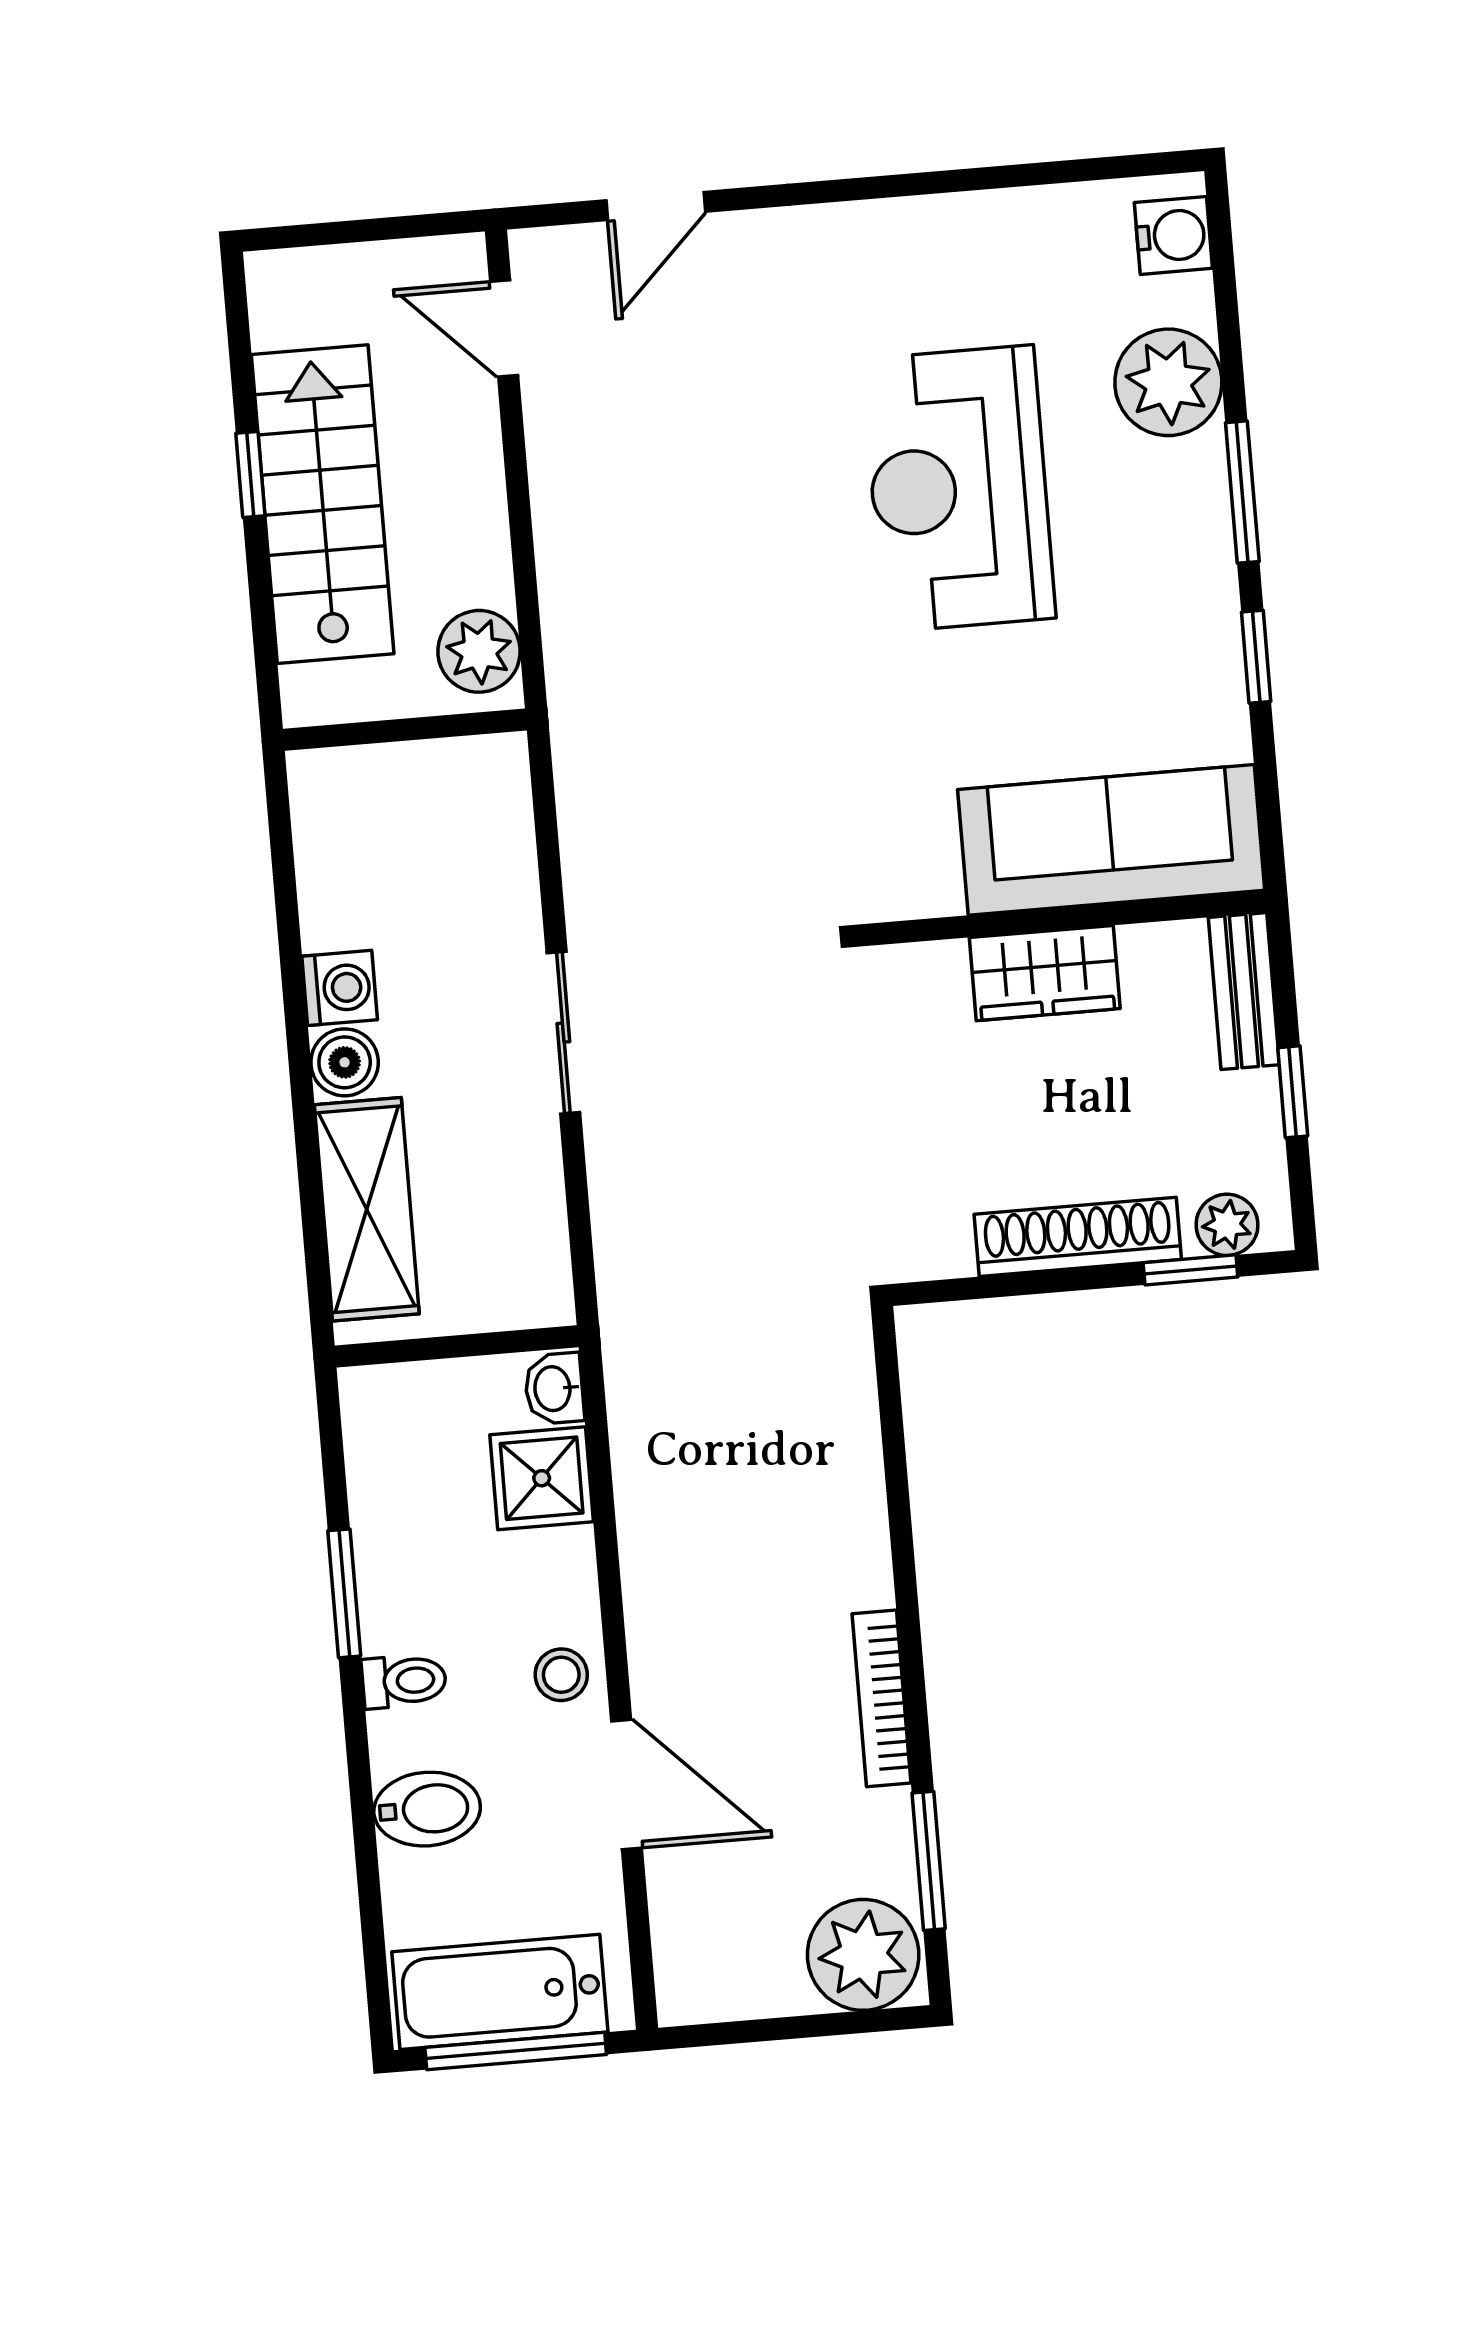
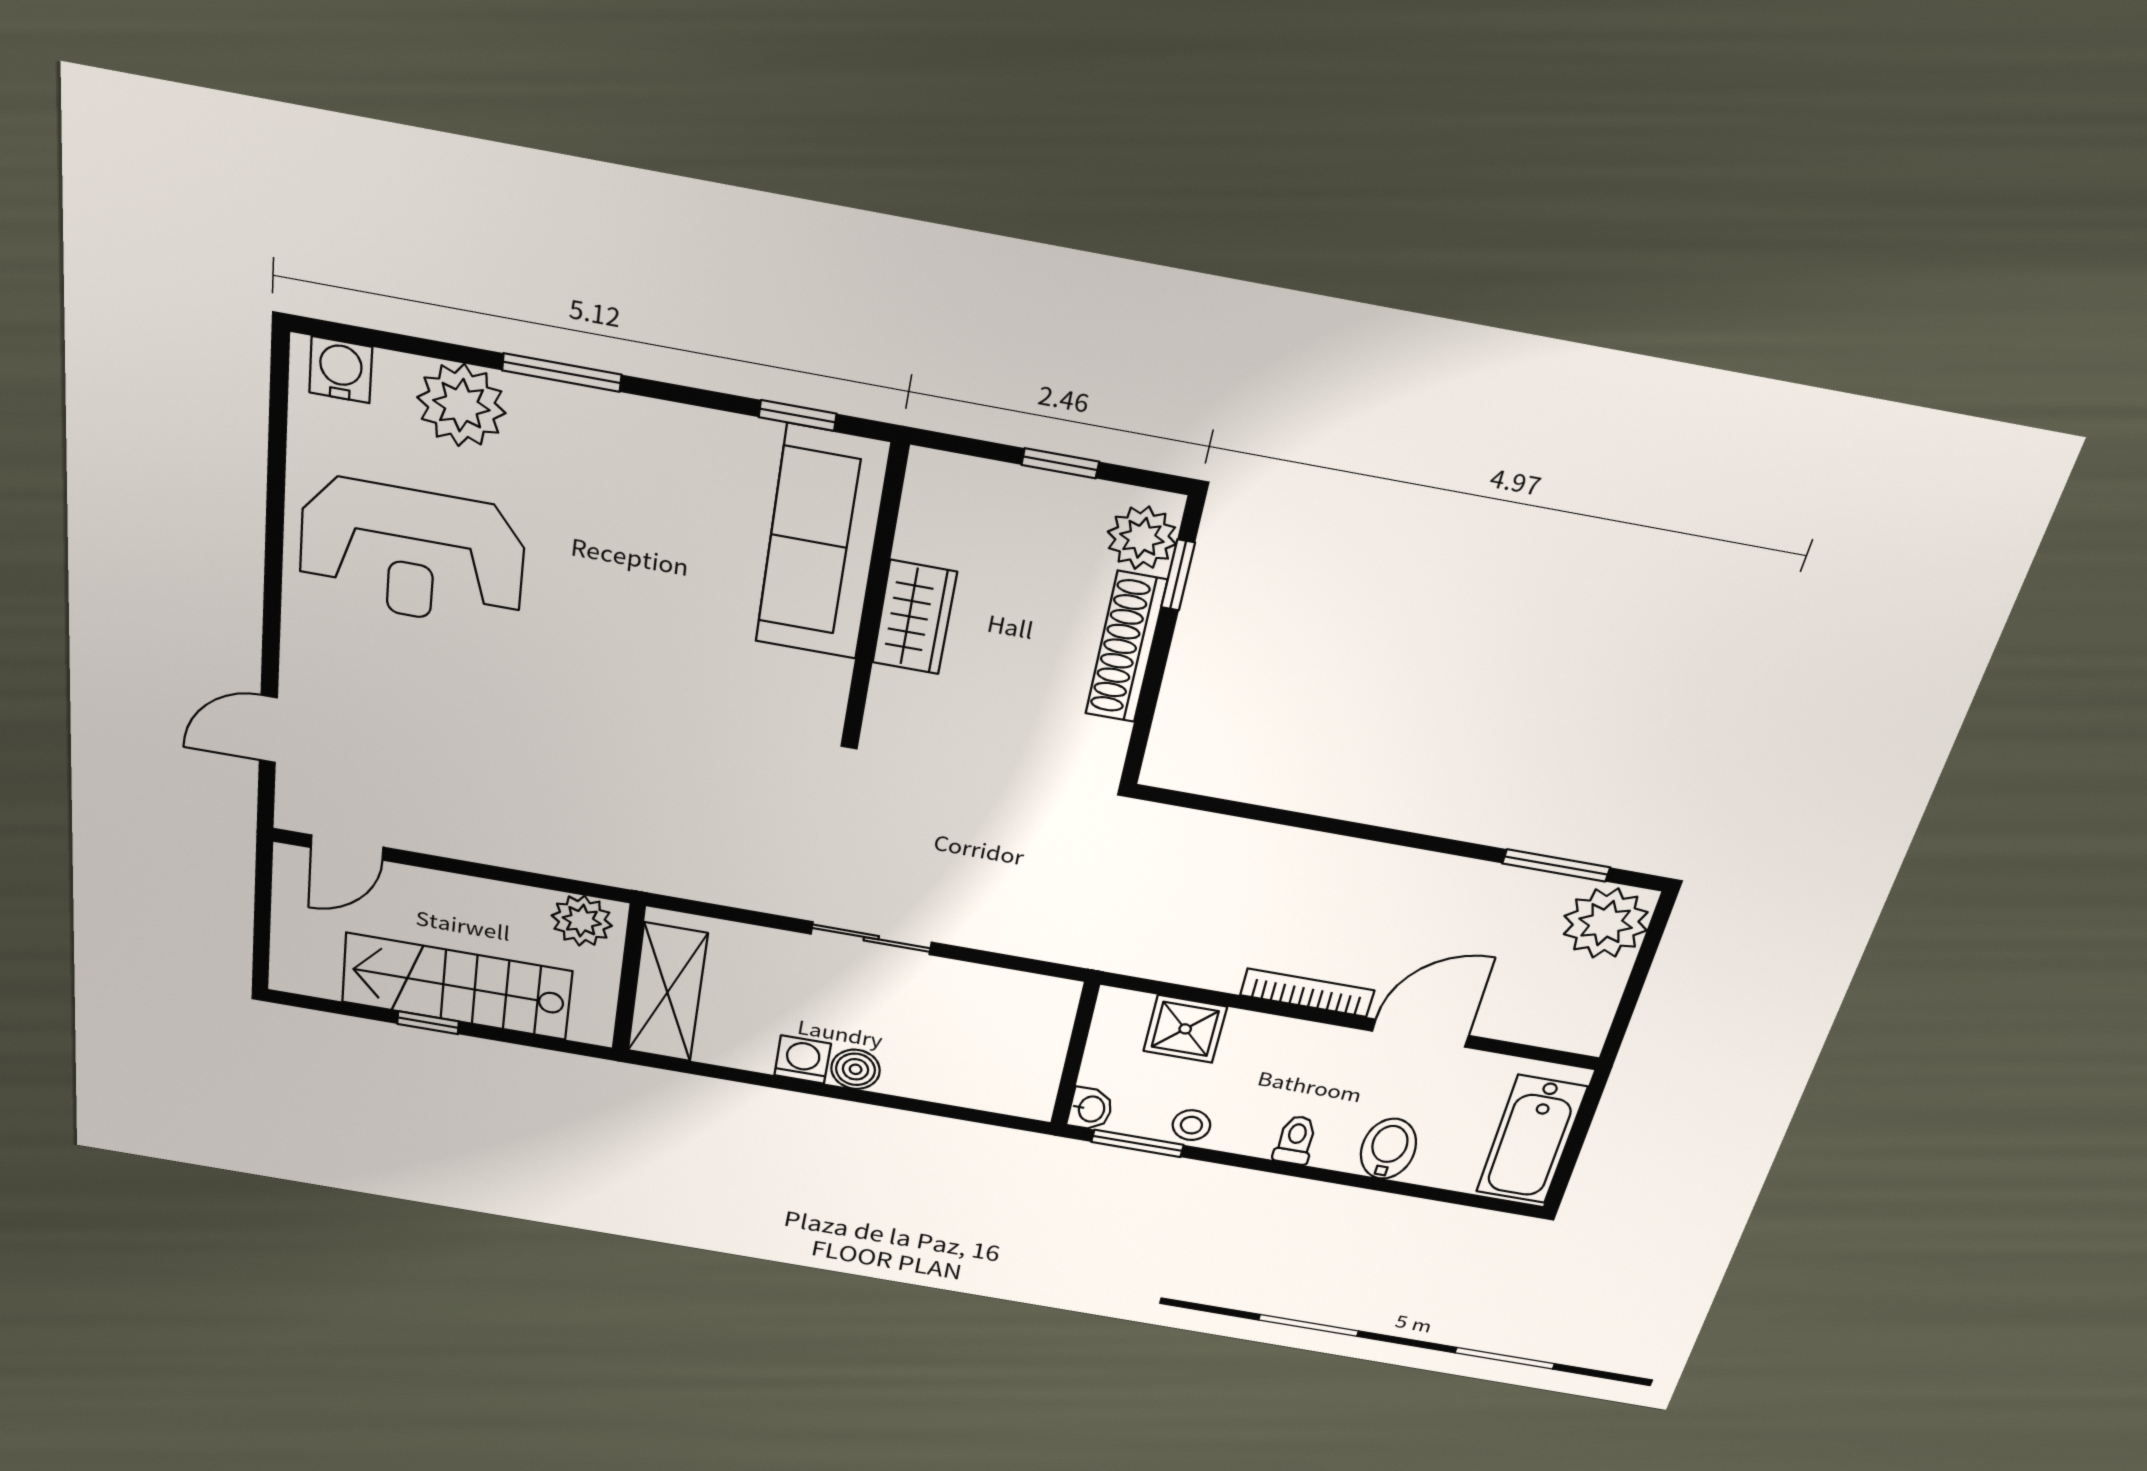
door: (656, 206) -> (268, 729), swing flipped
reception desk: (959, 489) -> (412, 554), moved
window: (1256, 657) -> (798, 415), moved
bench: (1244, 991) -> (969, 478), removed
shelving: (367, 1209) -> (667, 992), moved, turned 90
plant: (1227, 1225) -> (1142, 538), width x1.38, depth x1.38
washbasin: (554, 1389) -> (1090, 1109), moved, turned -90
window: (344, 1593) -> (1137, 1143), moved
stool: (561, 1675) -> (1191, 1125), moved
bookcase: (881, 1698) -> (1307, 993), moved, turned 180
window: (516, 2051) -> (1576, 1141), removed

